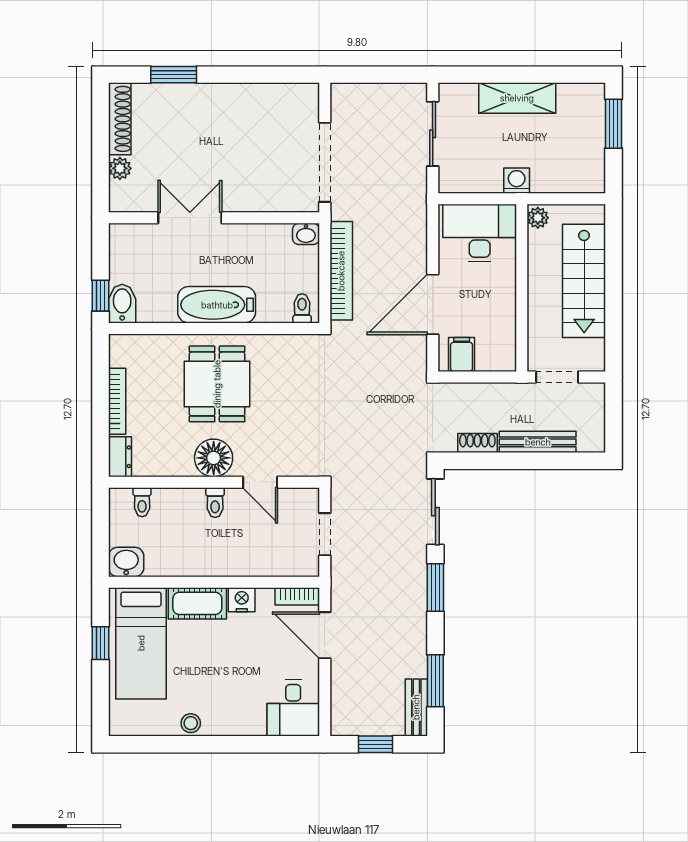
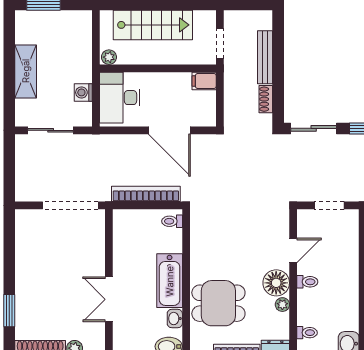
washing machine: (517, 181) -> (83, 92), moved
washbasin: (306, 234) -> (175, 319), moved, turned 180
filing cabinet: (462, 354) -> (204, 81), moved
dining table: (217, 384) -> (218, 303), moved
plant: (182, 467) -> (282, 305), added

